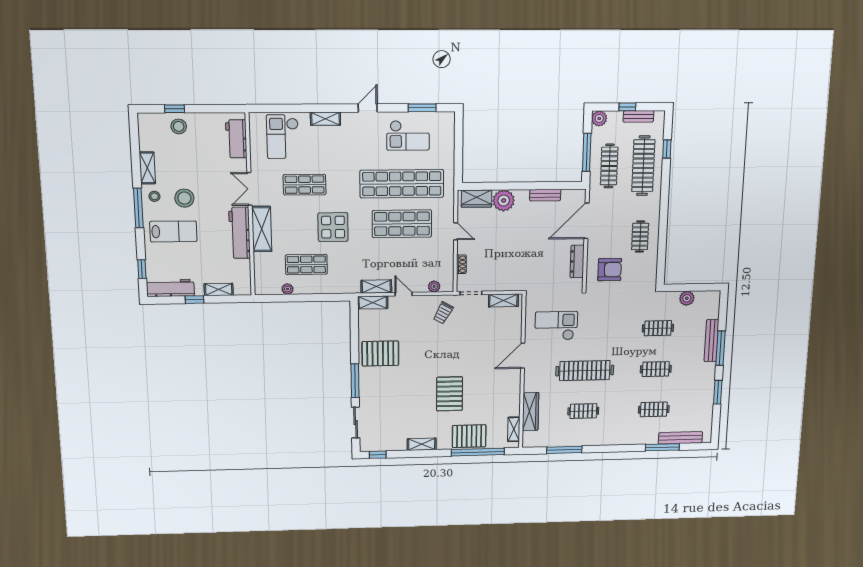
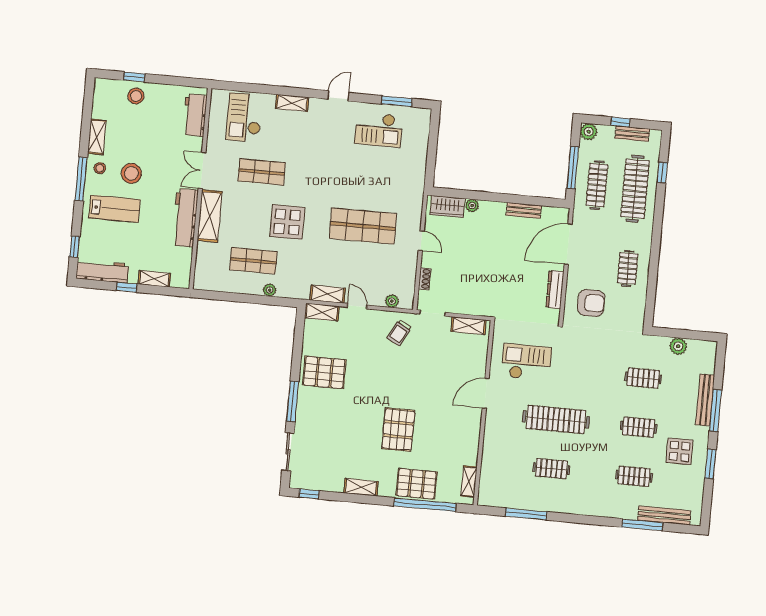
shop shelf: (402, 184) -> (367, 182), removed
plant: (504, 200) -> (472, 206), width x0.53, depth x0.53
plant: (287, 289) -> (270, 290), moved
display table: (691, 385) -> (679, 451), added
wardrobe: (531, 412) -> (490, 462), removed

